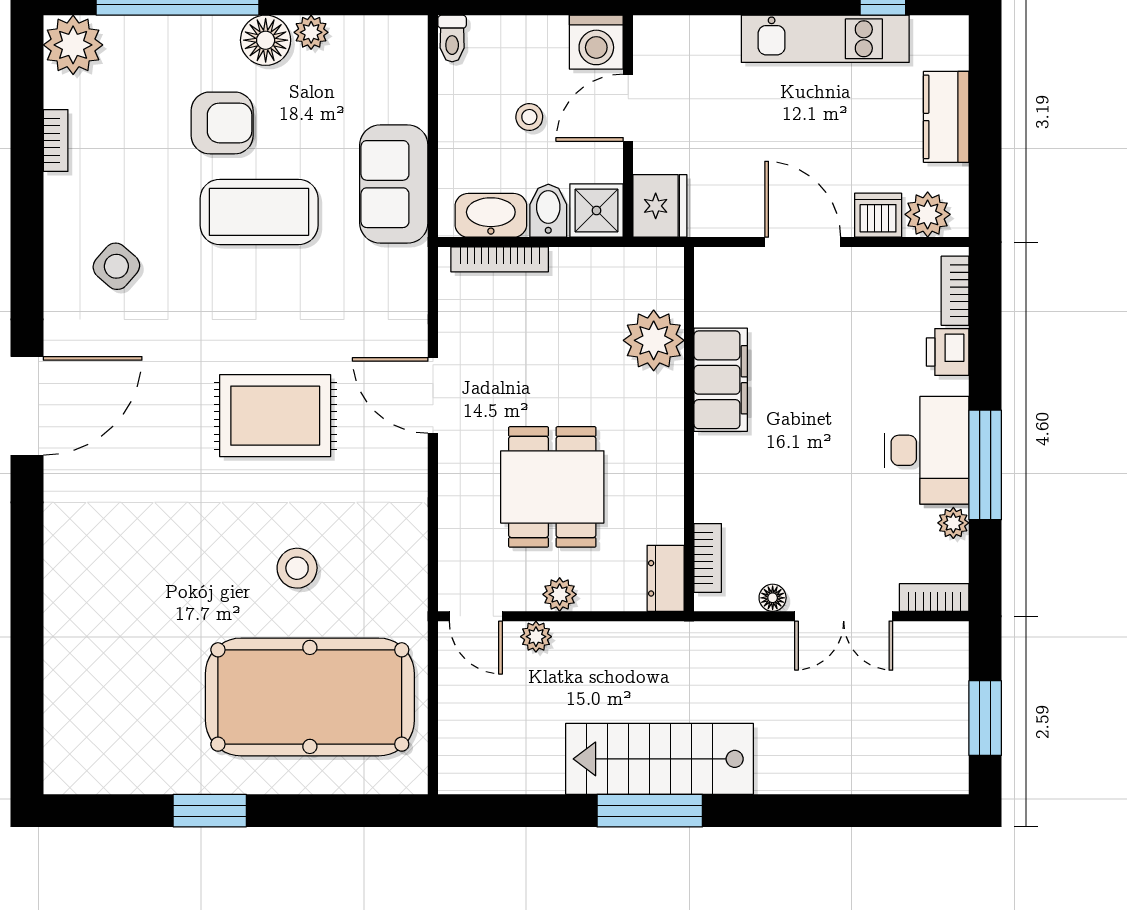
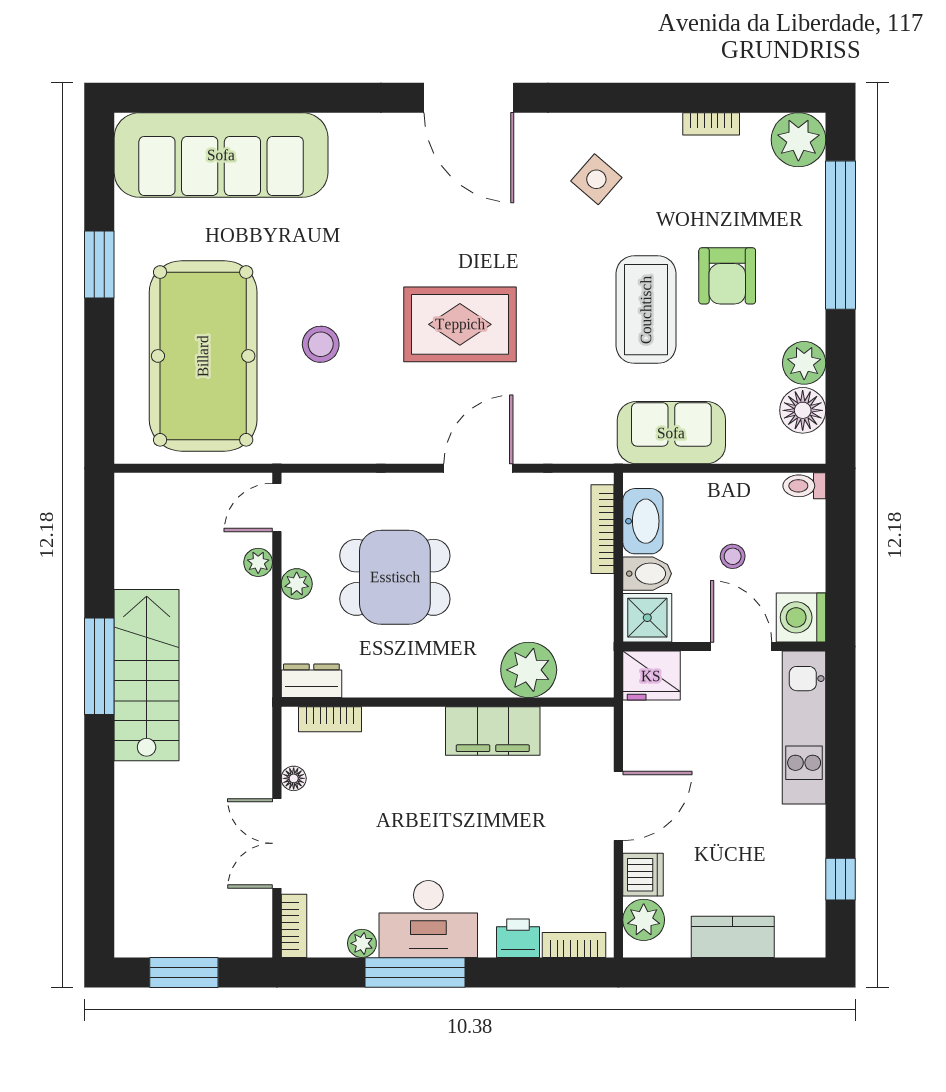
plant: (311, 32) -> (804, 363), width x1.38, depth x1.38
kitchen unit: (825, 39) -> (804, 728), moved
floor lamp: (266, 40) -> (803, 410), moved
rug: (275, 416) -> (460, 324), turned 90
sofa: (90, 677) -> (221, 155), added

